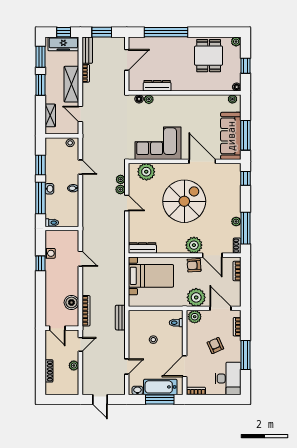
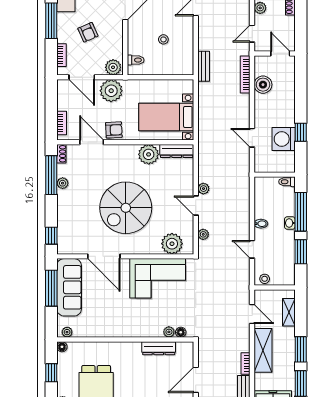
plant: (120, 189) -> (203, 189), moved
plant: (194, 245) -> (149, 154), moved
washing machine: (50, 253) -> (284, 139), width x1.89, depth x1.89

